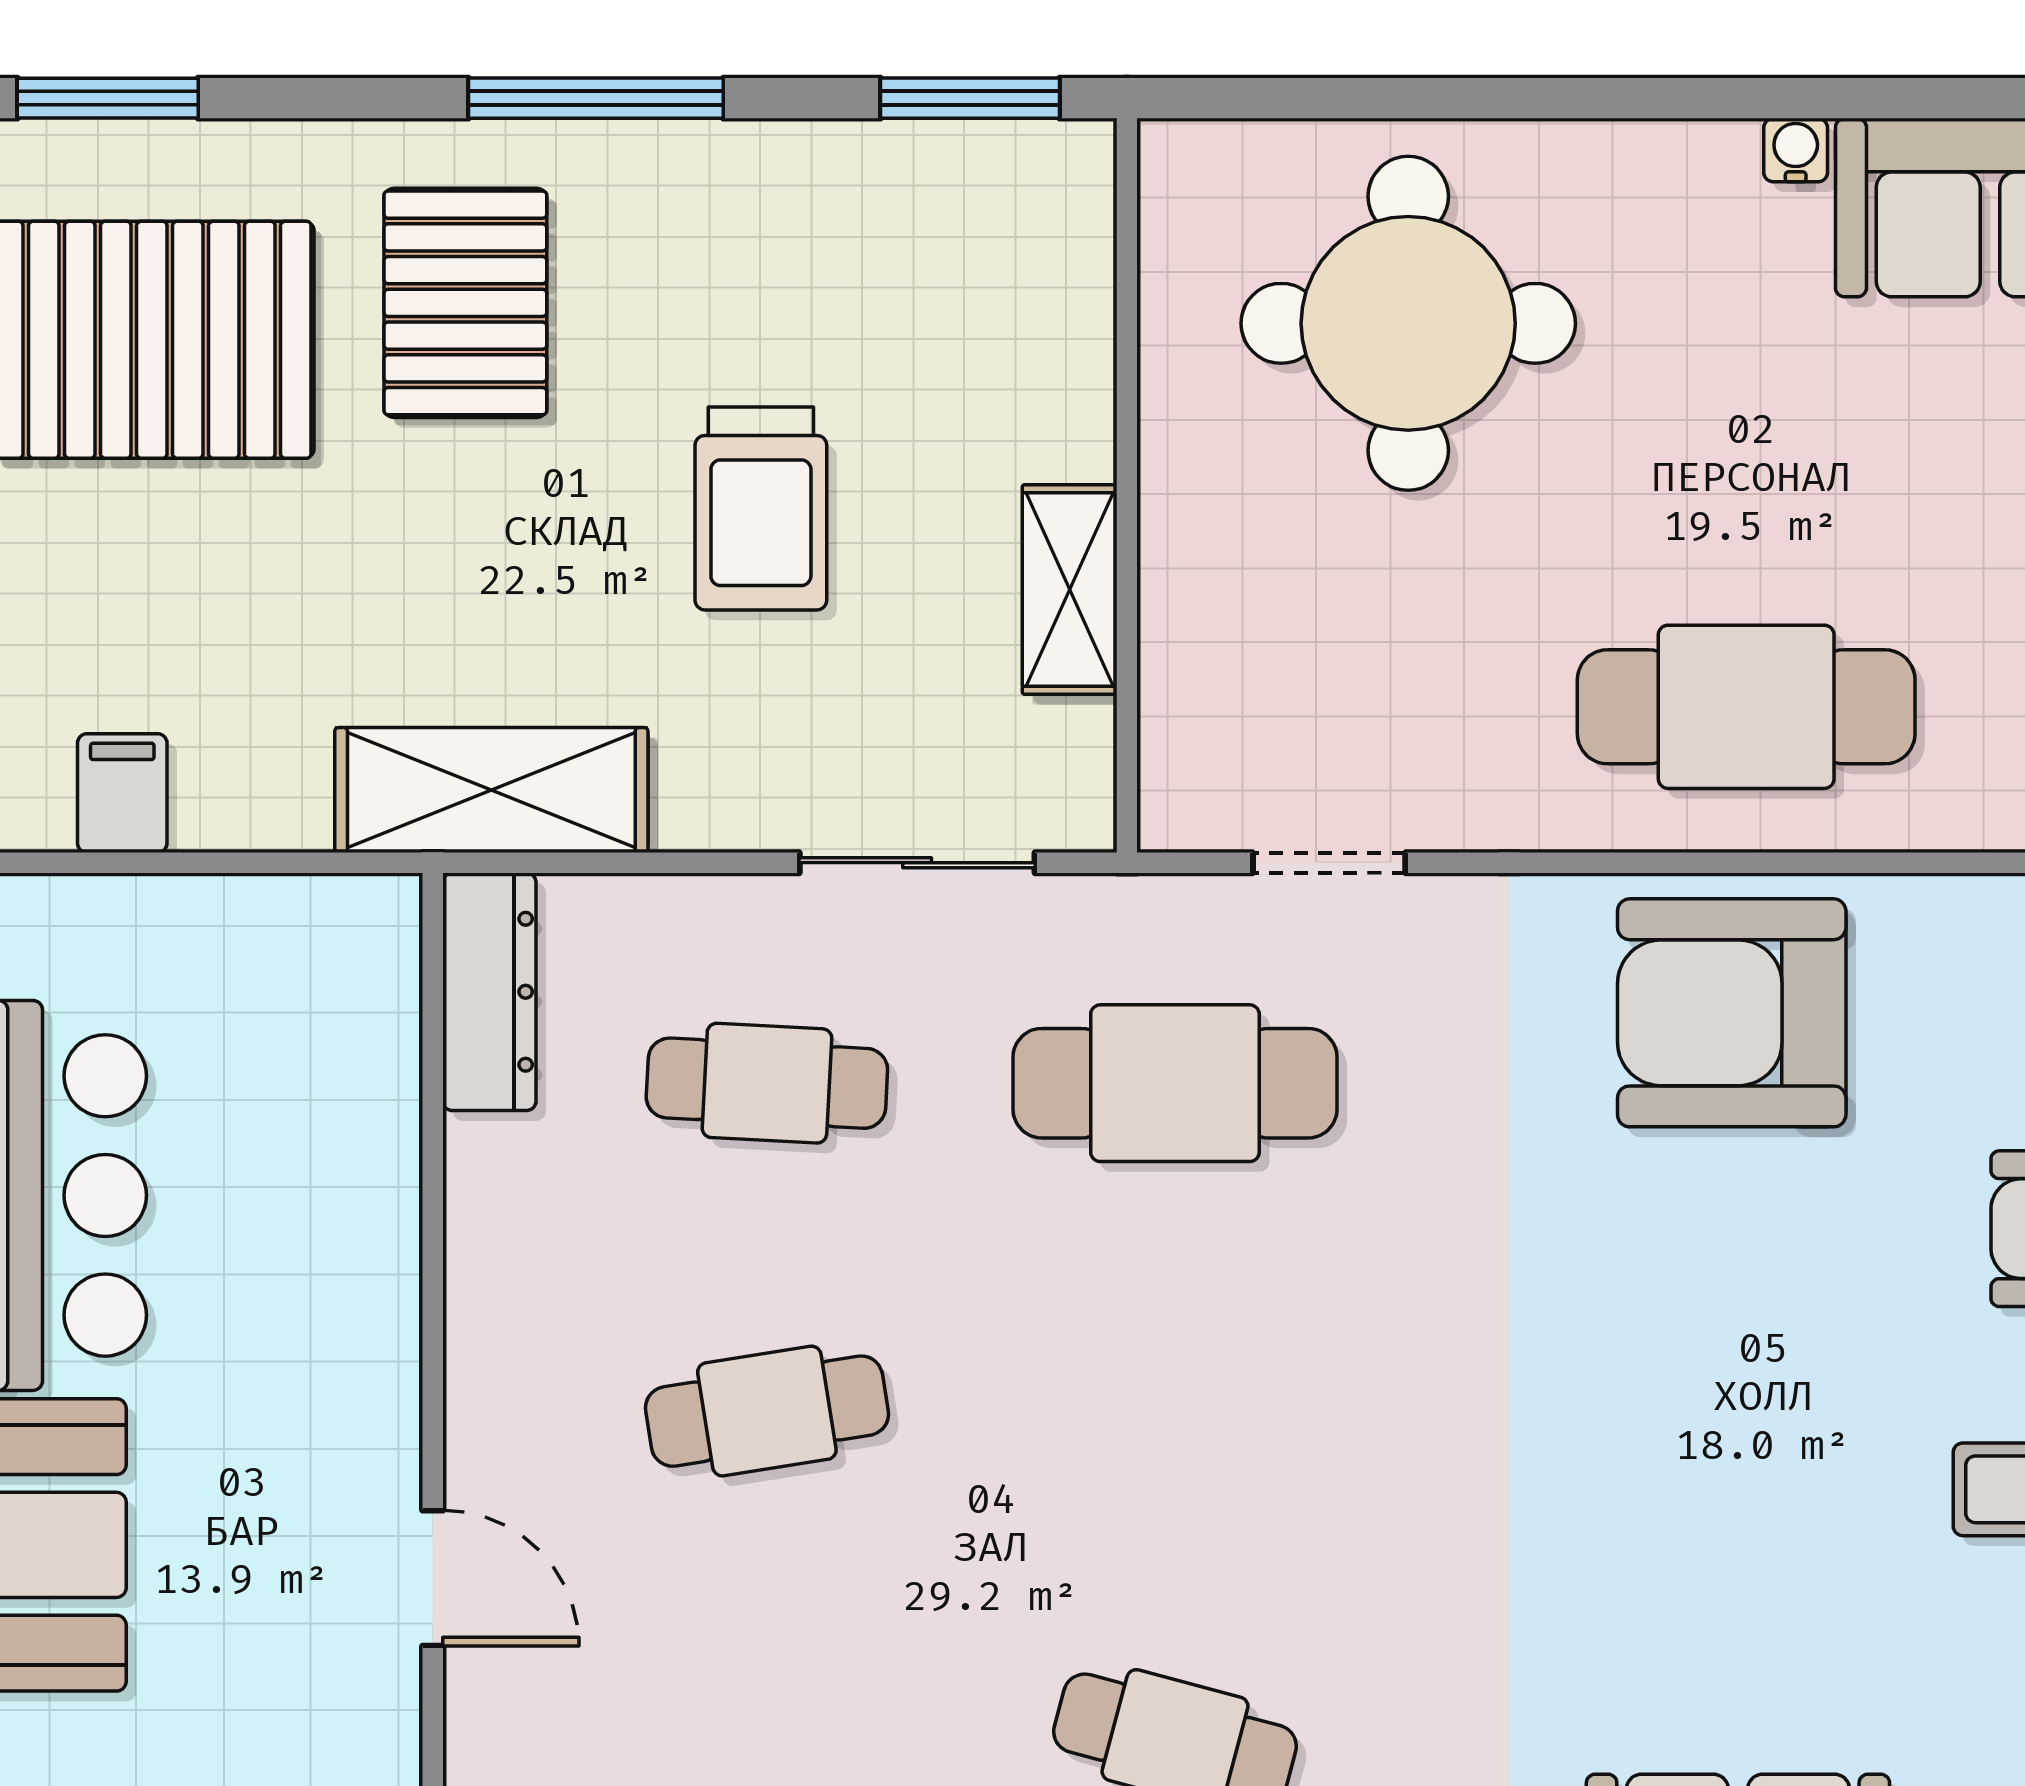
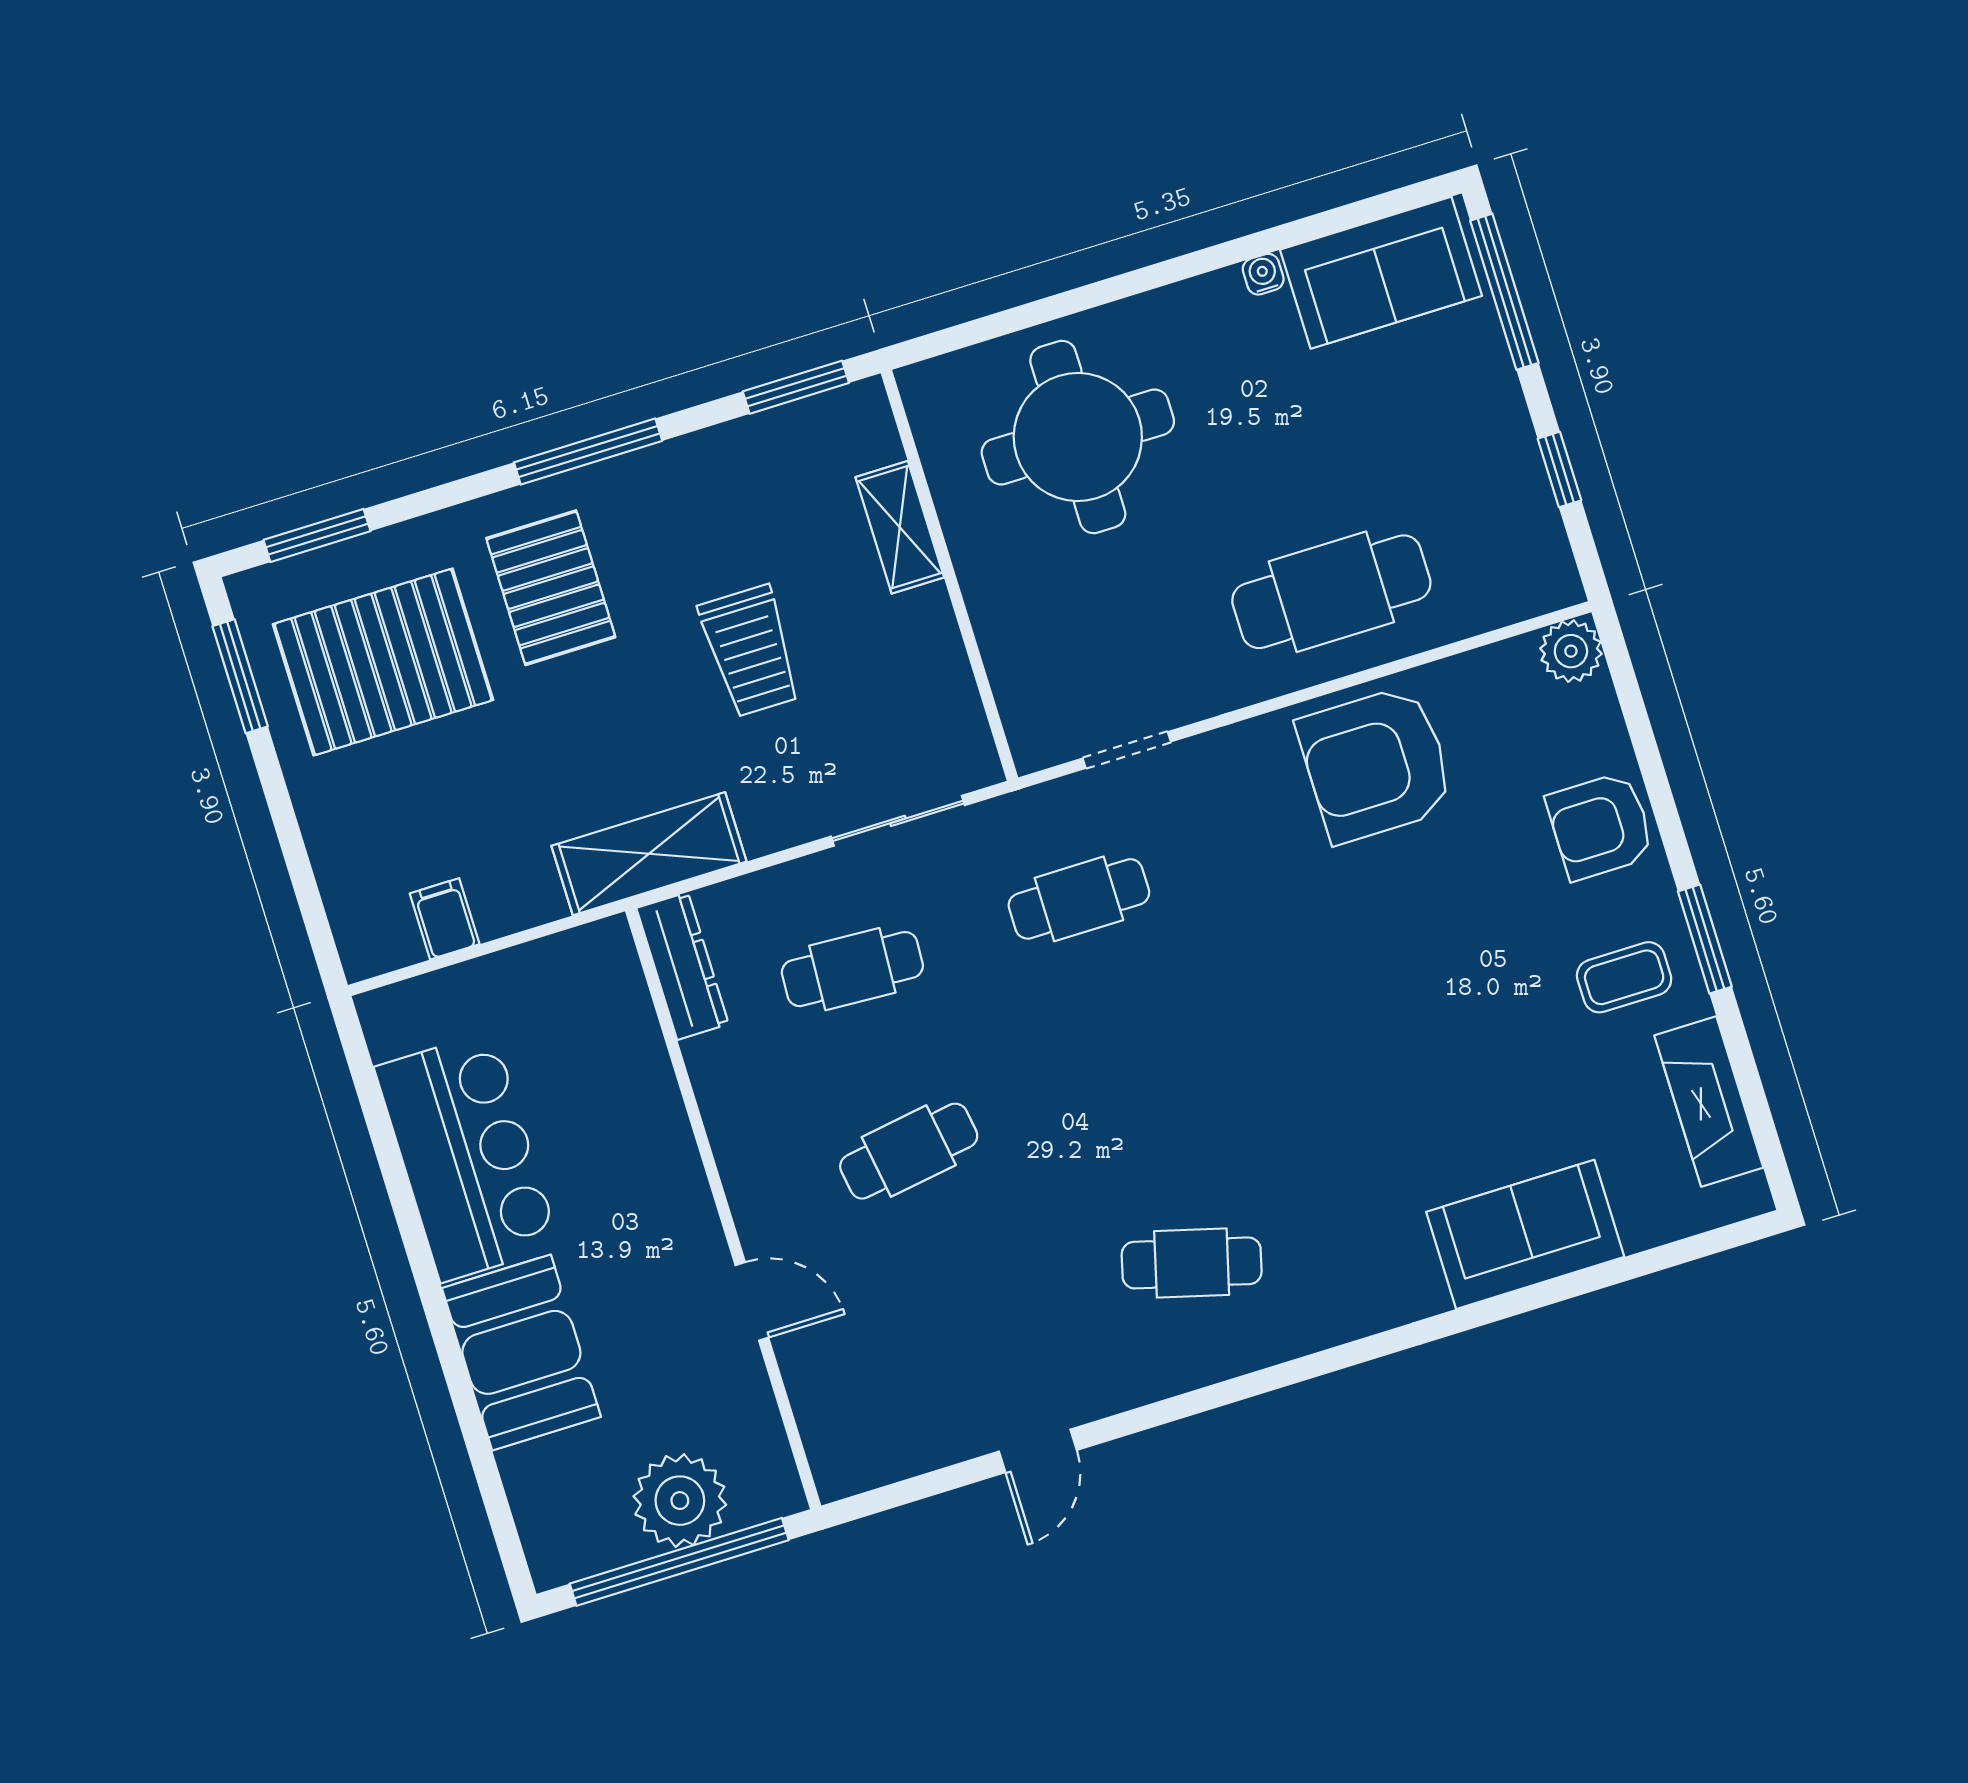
shelving: (1070, 589) -> (900, 527), moved
cafe table: (1175, 1083) -> (1079, 899), width x0.73, depth x0.74

